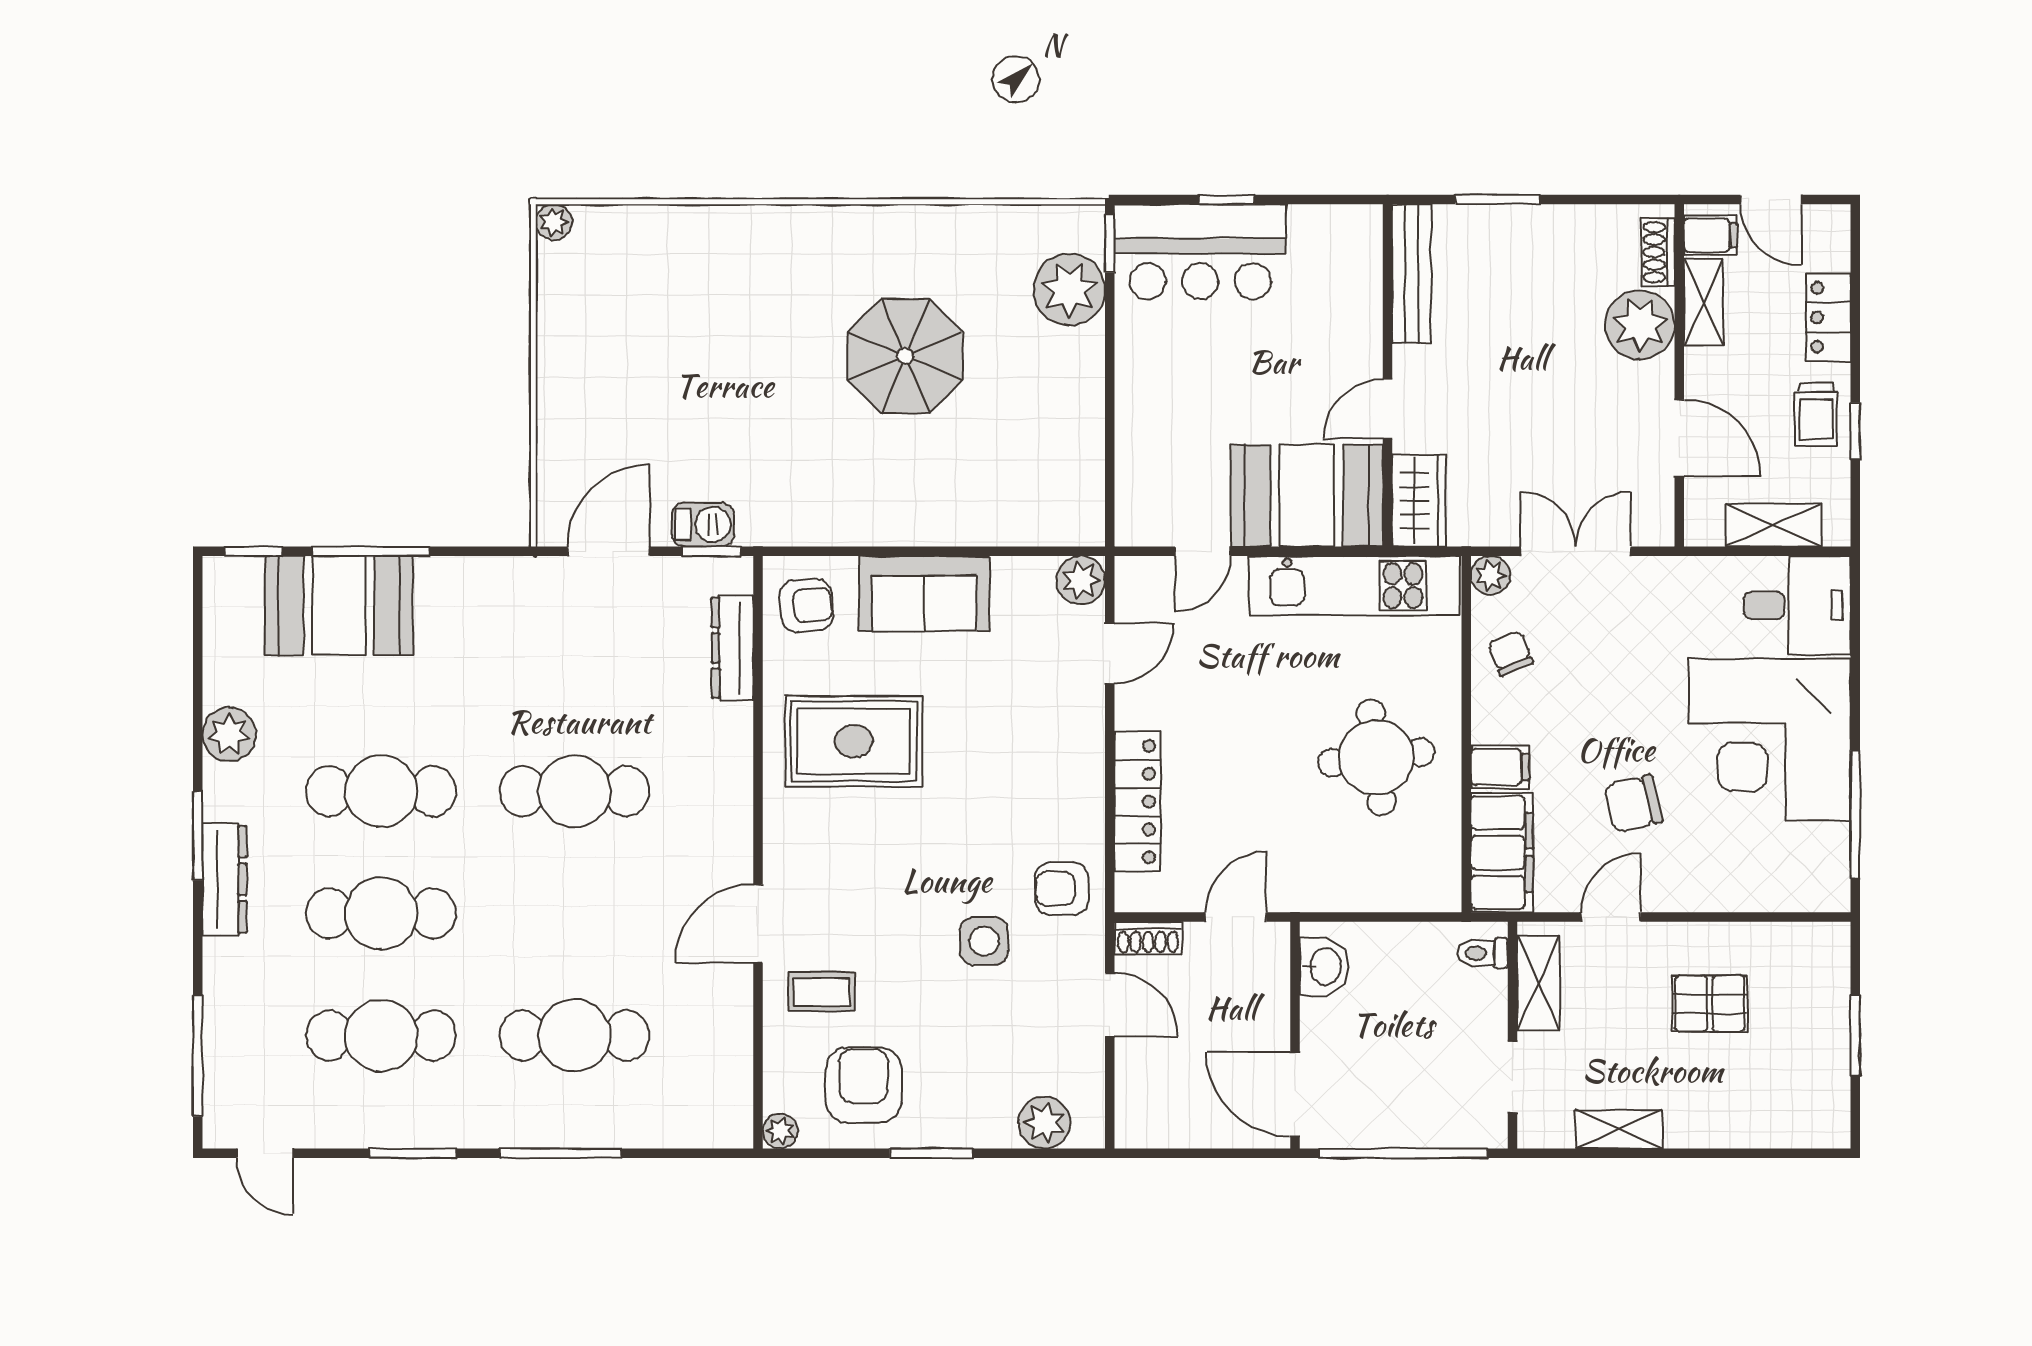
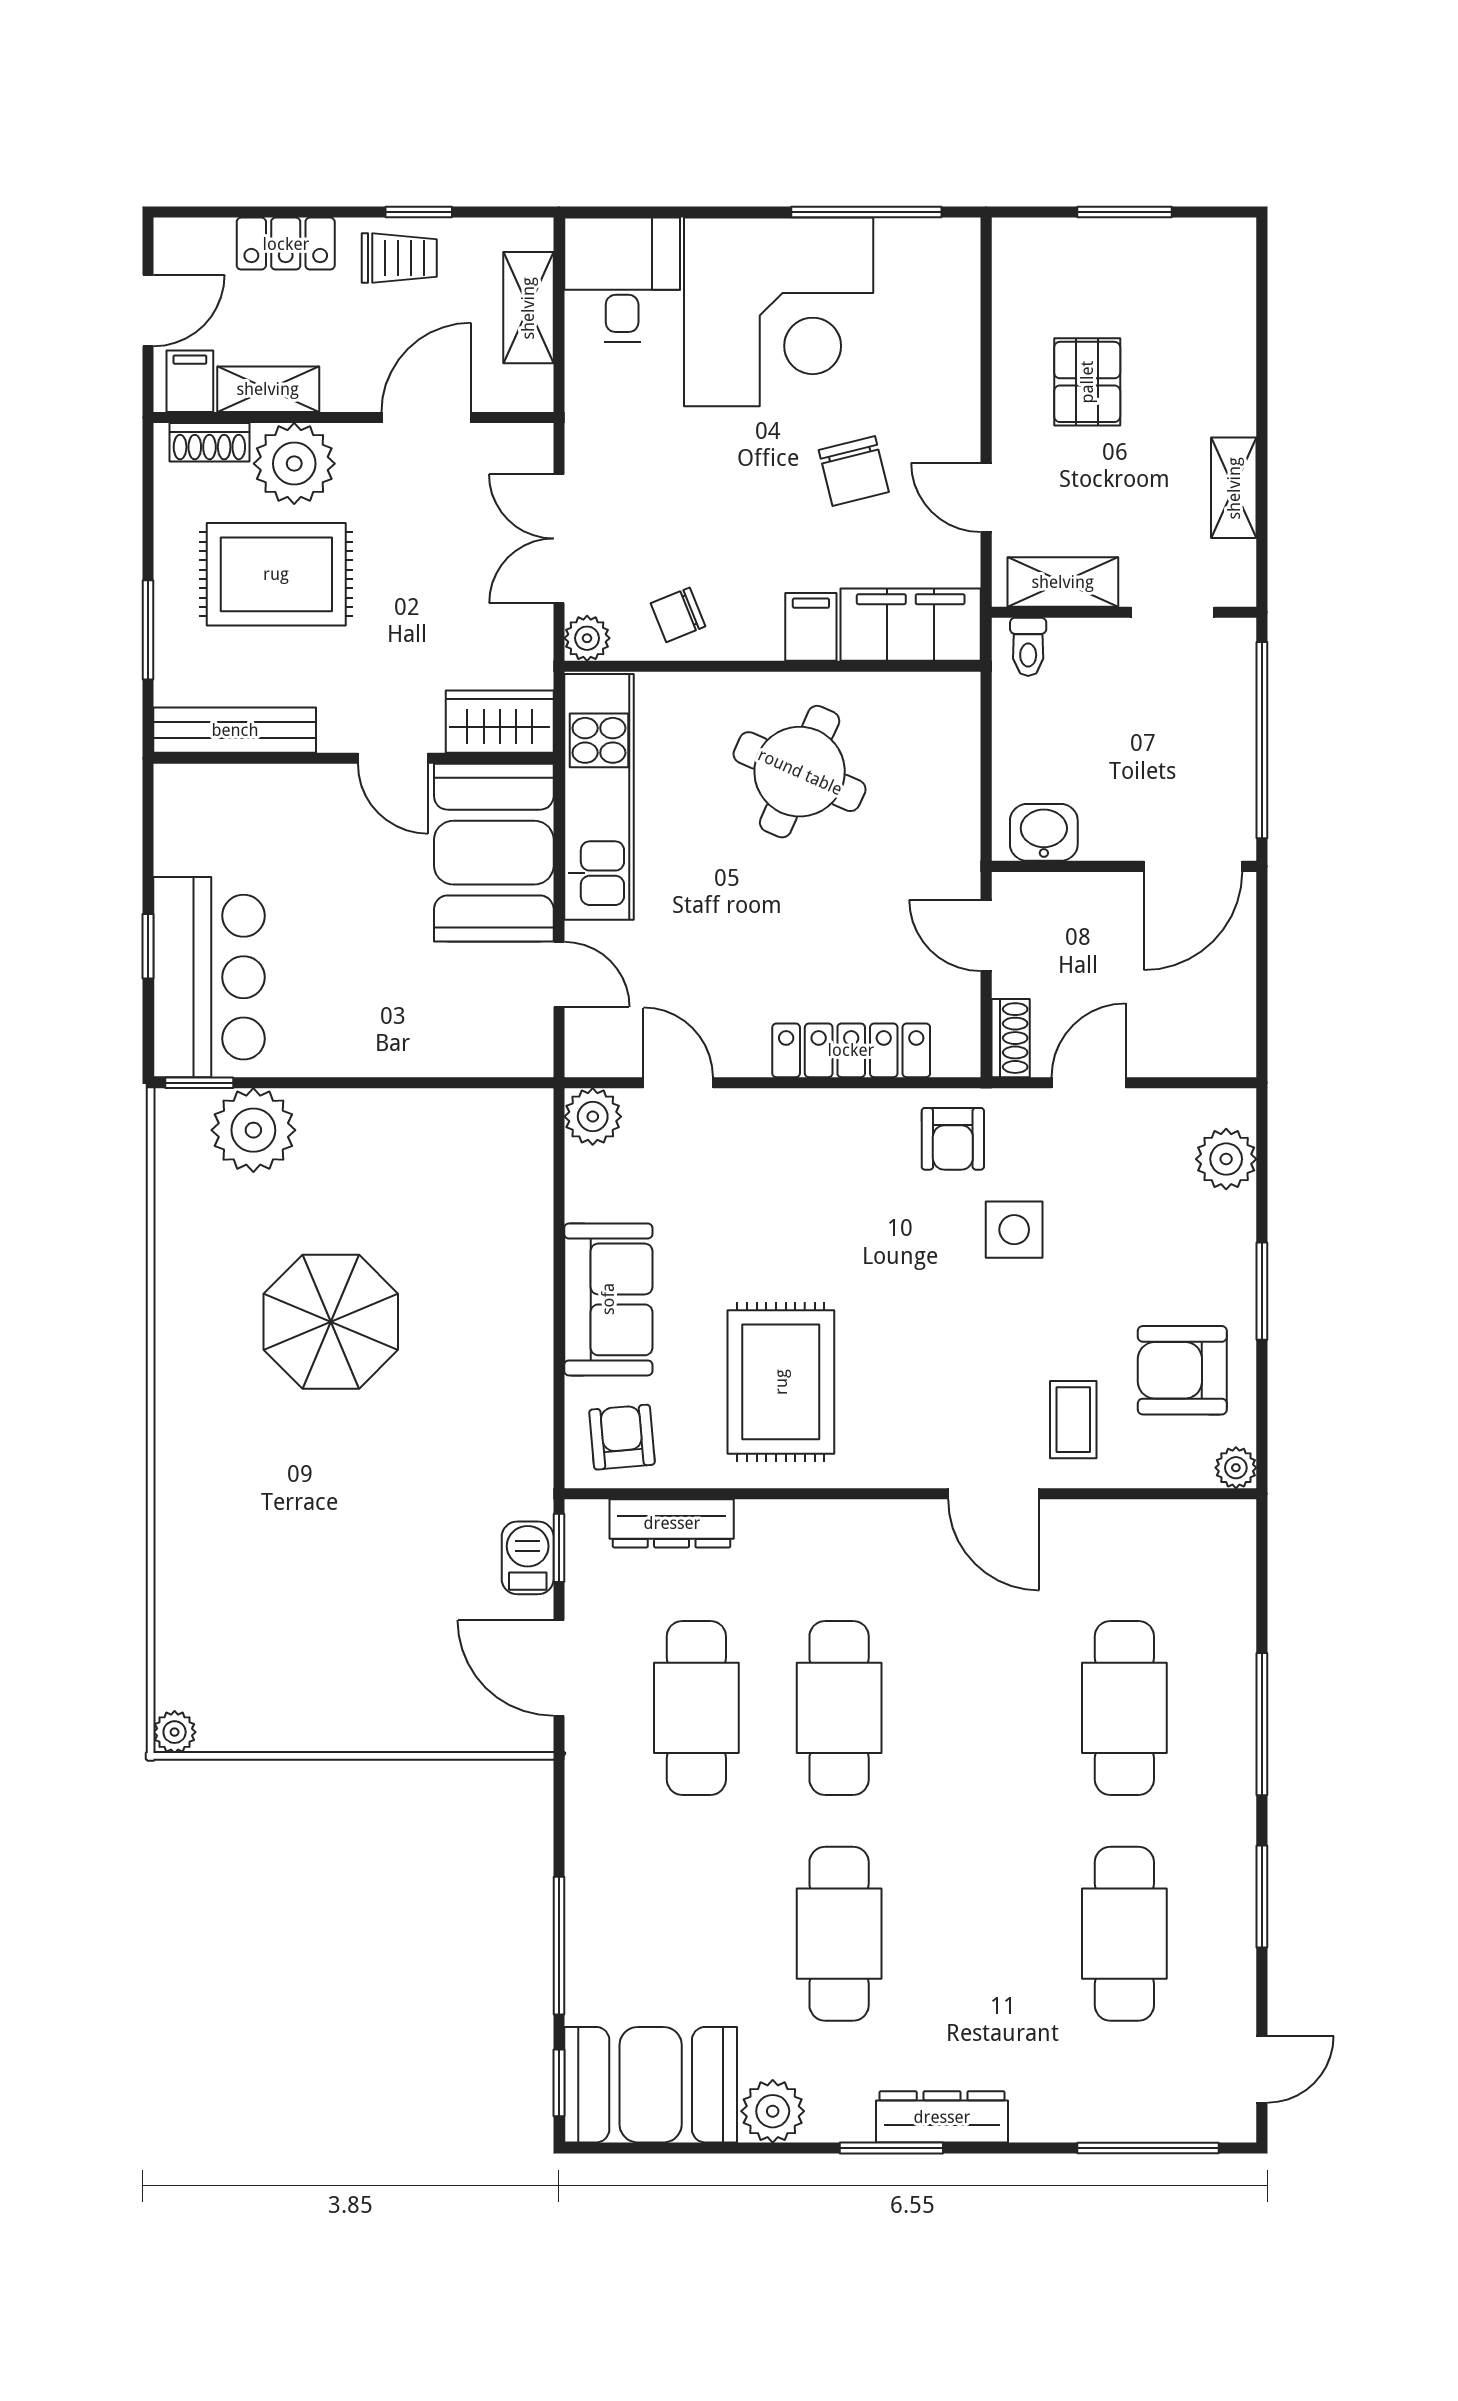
rug: (1545, 309) -> (276, 574), added
booth: (339, 606) -> (651, 2085), moved, turned 90
round table: (1376, 757) -> (800, 772), turned 31
cafe table: (381, 913) -> (696, 1708), moved

